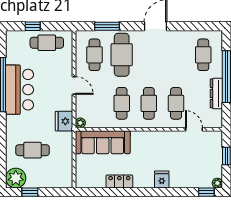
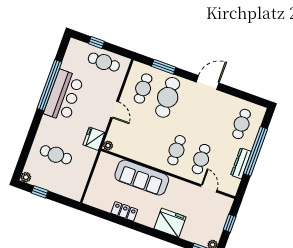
cafe table: (122, 103) -> (152, 141), removed
sofa: (103, 142) -> (142, 177), moved
plant: (16, 178) -> (26, 177), width x0.53, depth x0.53
fridge: (162, 179) -> (170, 223), width x1.88, depth x1.34

